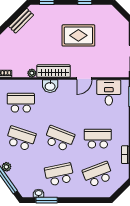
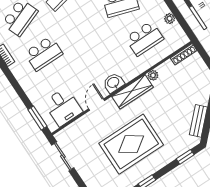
rug: (78, 35) -> (131, 144), width x1.37, depth x1.44
washbasin: (50, 86) -> (113, 83), moved
school desk: (59, 139) -> (82, 28), removed

